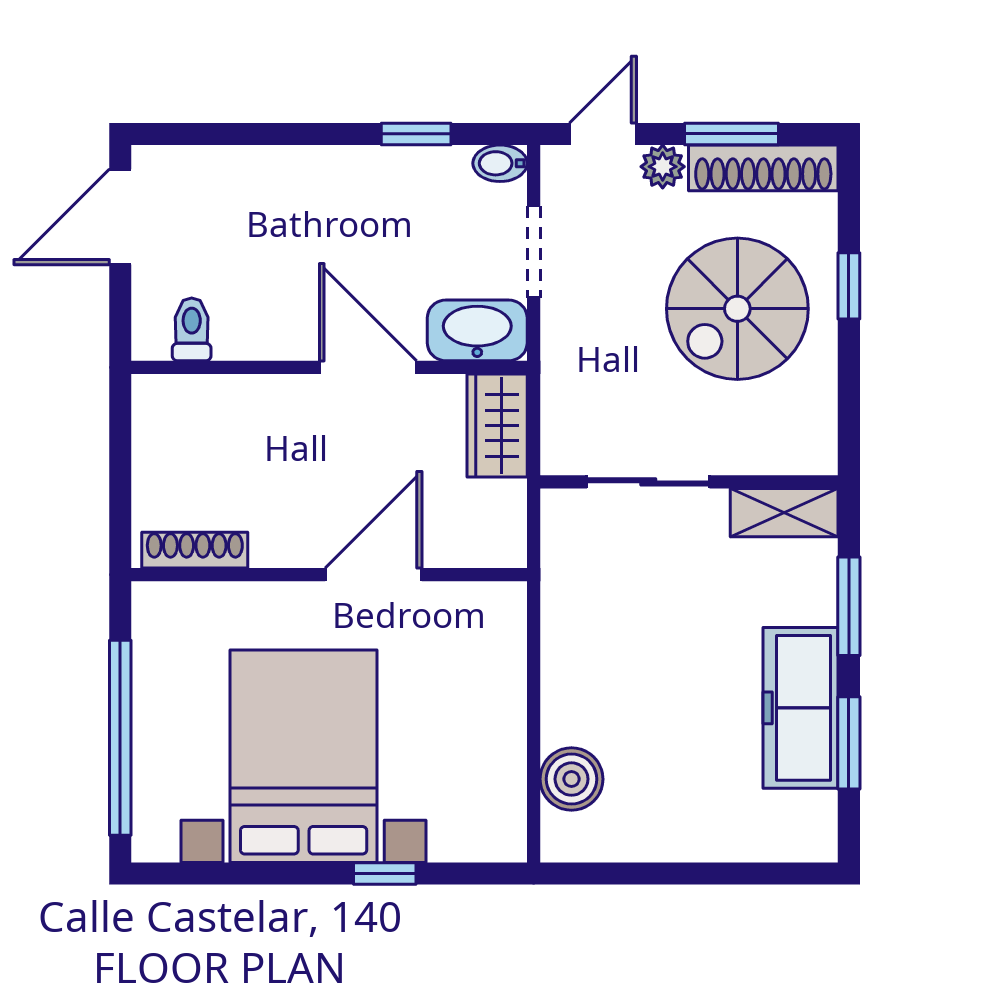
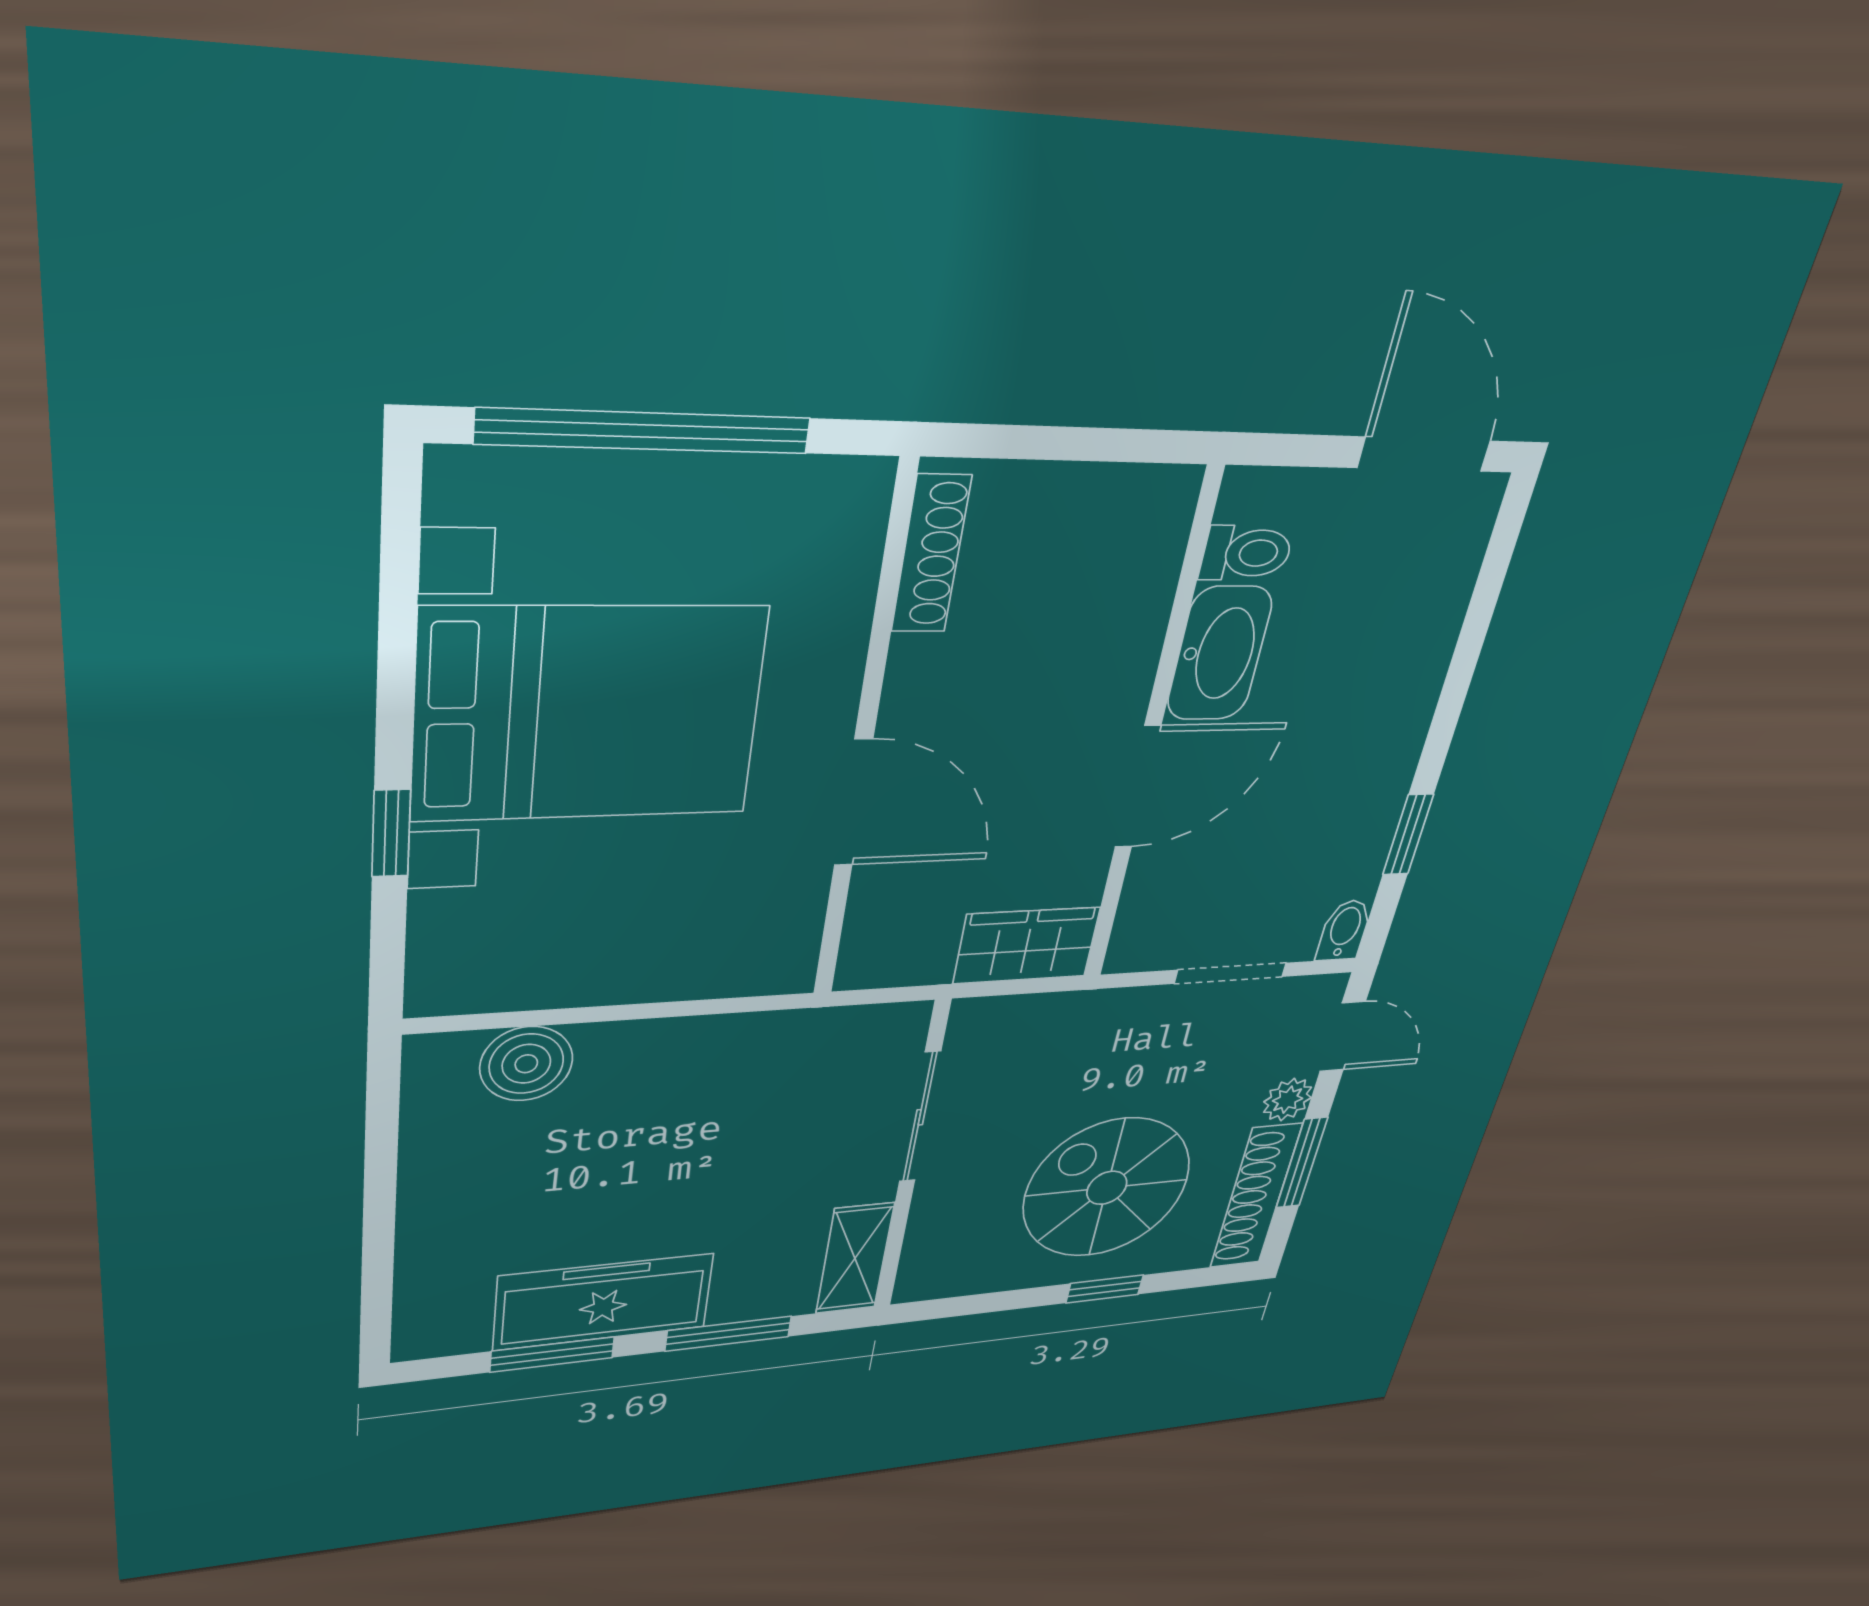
washbasin: (477, 330) -> (1219, 654), moved

